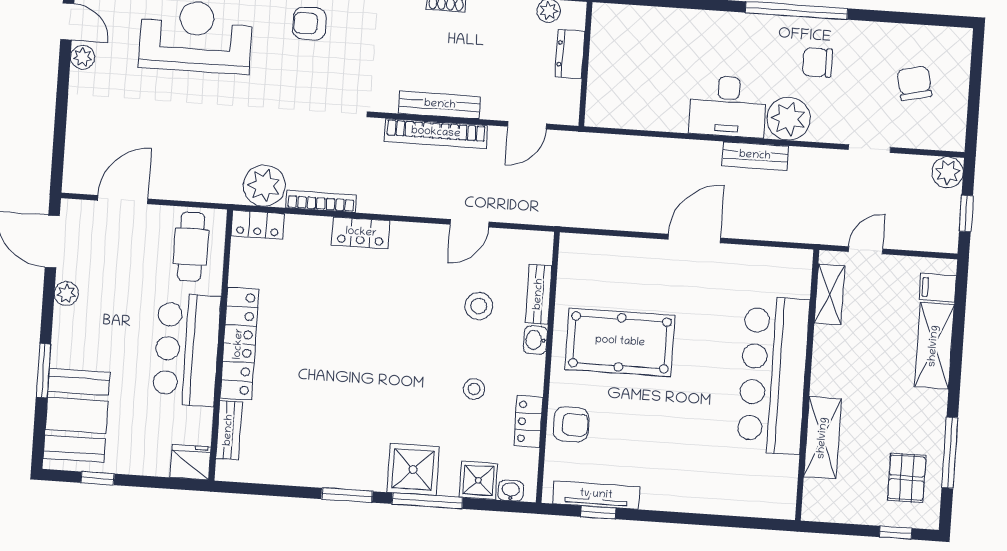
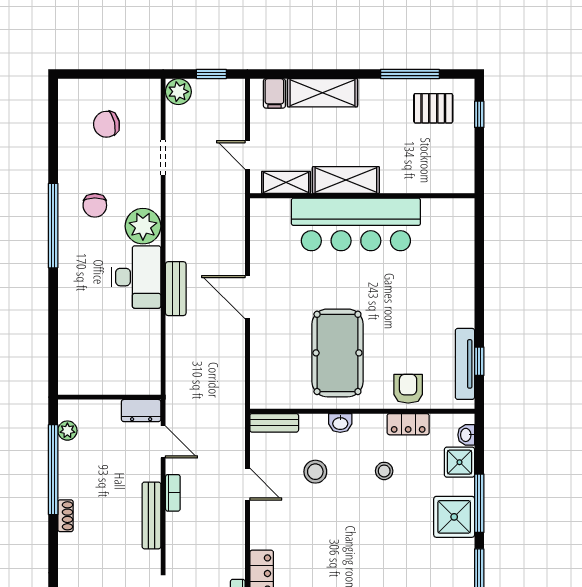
dresser: (570, 54) -> (141, 411), moved
bookcase: (436, 133) -> (173, 493), width x0.43, depth x0.76
bench: (755, 156) -> (176, 289), moved
bench: (539, 294) -> (274, 423), moved
shelving: (823, 438) -> (346, 180), moved

